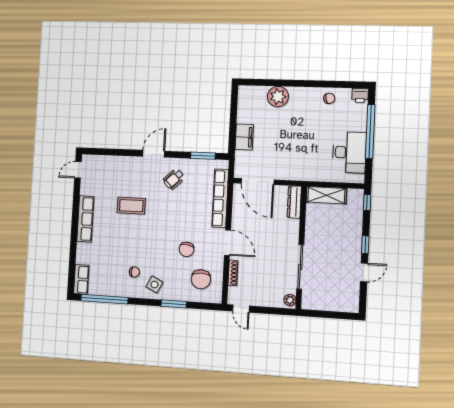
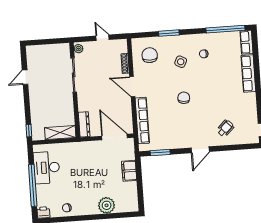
wheelchair: (174, 179) -> (225, 128), moved
coffee table: (131, 206) -> (213, 106), removed
row of seats: (85, 219) -> (248, 73), moved
window: (365, 245) -> (27, 98), removed
chair: (187, 249) -> (184, 98), moved
side table: (154, 285) -> (181, 62), moved
door: (241, 309) -> (103, 38), moved

